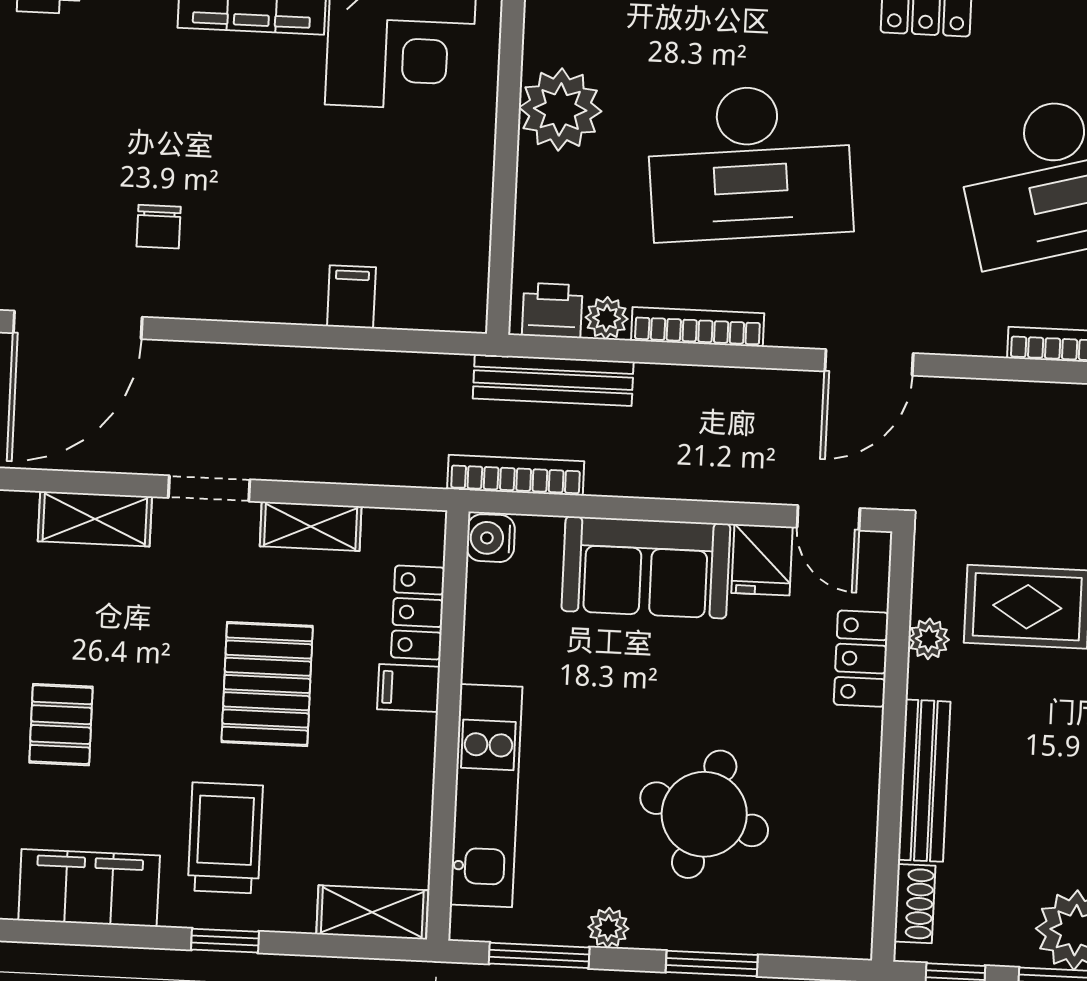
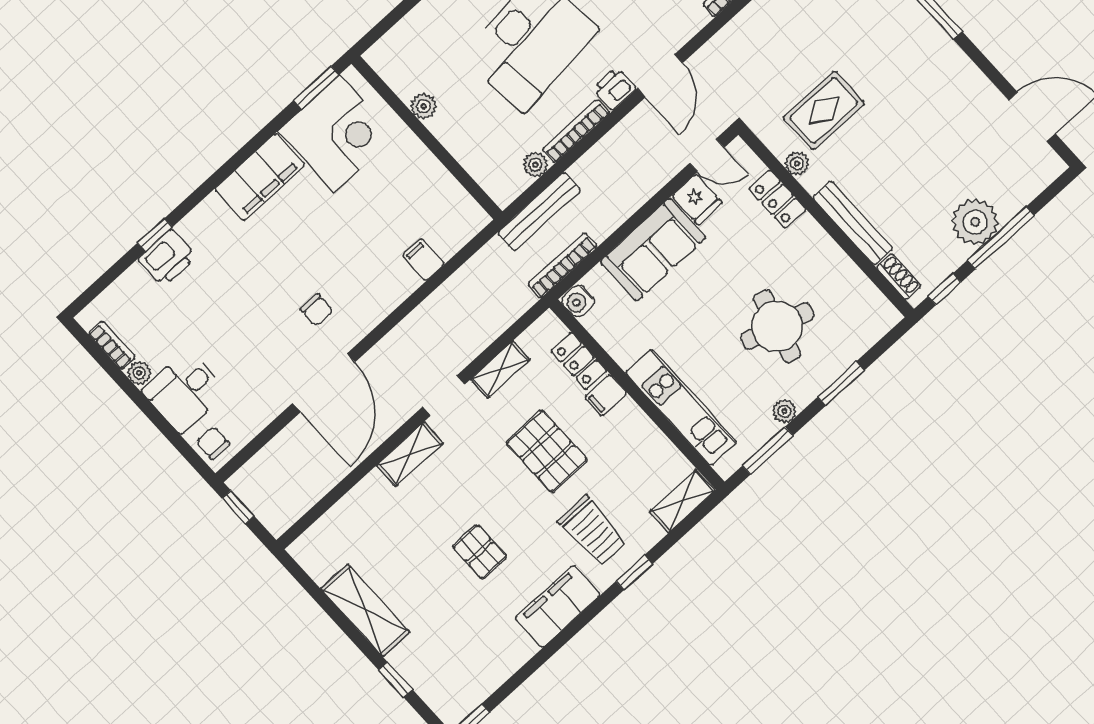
plant: (560, 109) -> (424, 106), width x0.53, depth x0.53
printer: (552, 310) -> (614, 89), moved
trolley: (225, 838) -> (592, 531), turned 180

